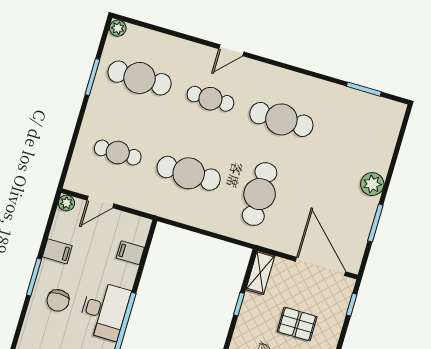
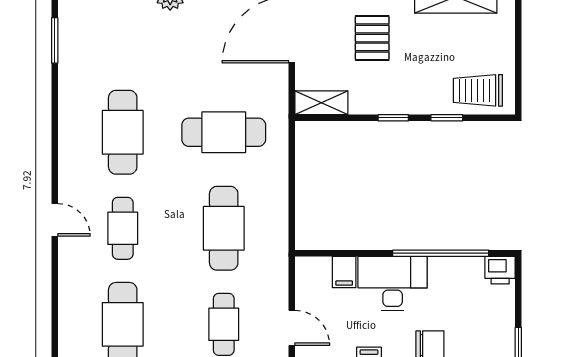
window: (239, 304) -> (393, 118), moved
desk: (104, 311) -> (393, 284), moved

